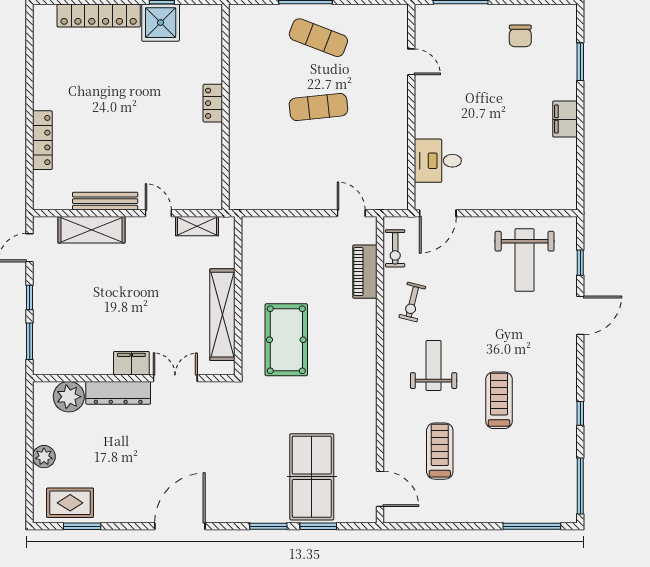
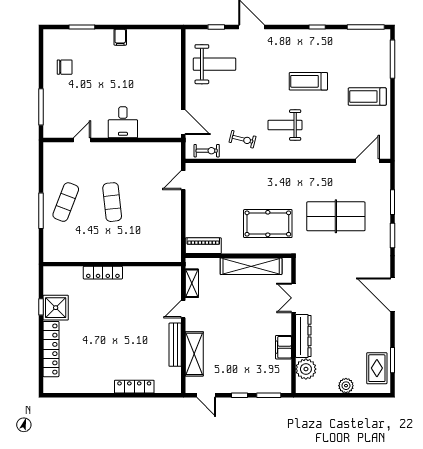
locker: (213, 103) -> (103, 273), width x1.53
filing cabinet: (565, 119) -> (120, 37), width x0.50
desk: (438, 161) -> (123, 122), moved
piano: (365, 272) -> (203, 246), moved, turned 180
filing cabinet: (131, 363) -> (283, 347), moved
treadmill: (440, 451) -> (367, 97), moved
table tennis table: (312, 477) -> (336, 216), moved

